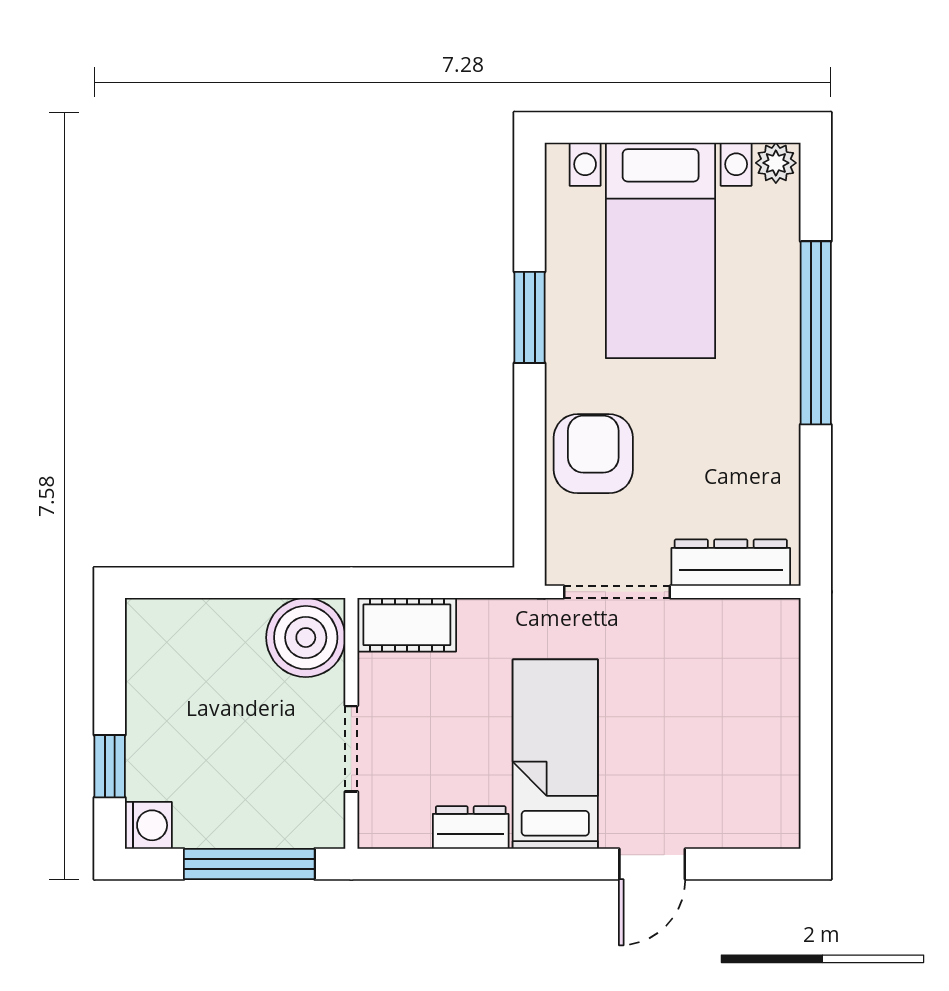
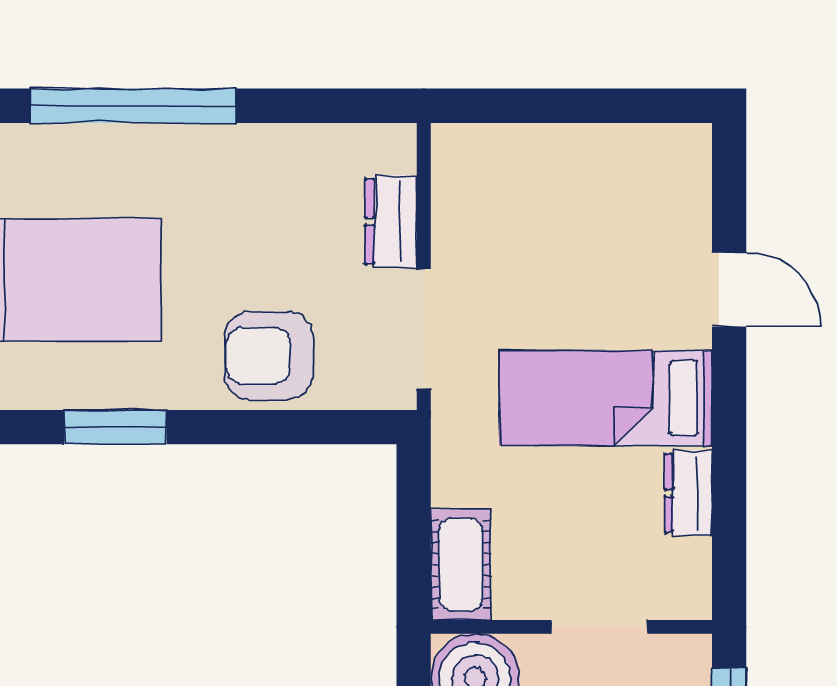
dresser: (731, 563) -> (391, 221), width x0.70

